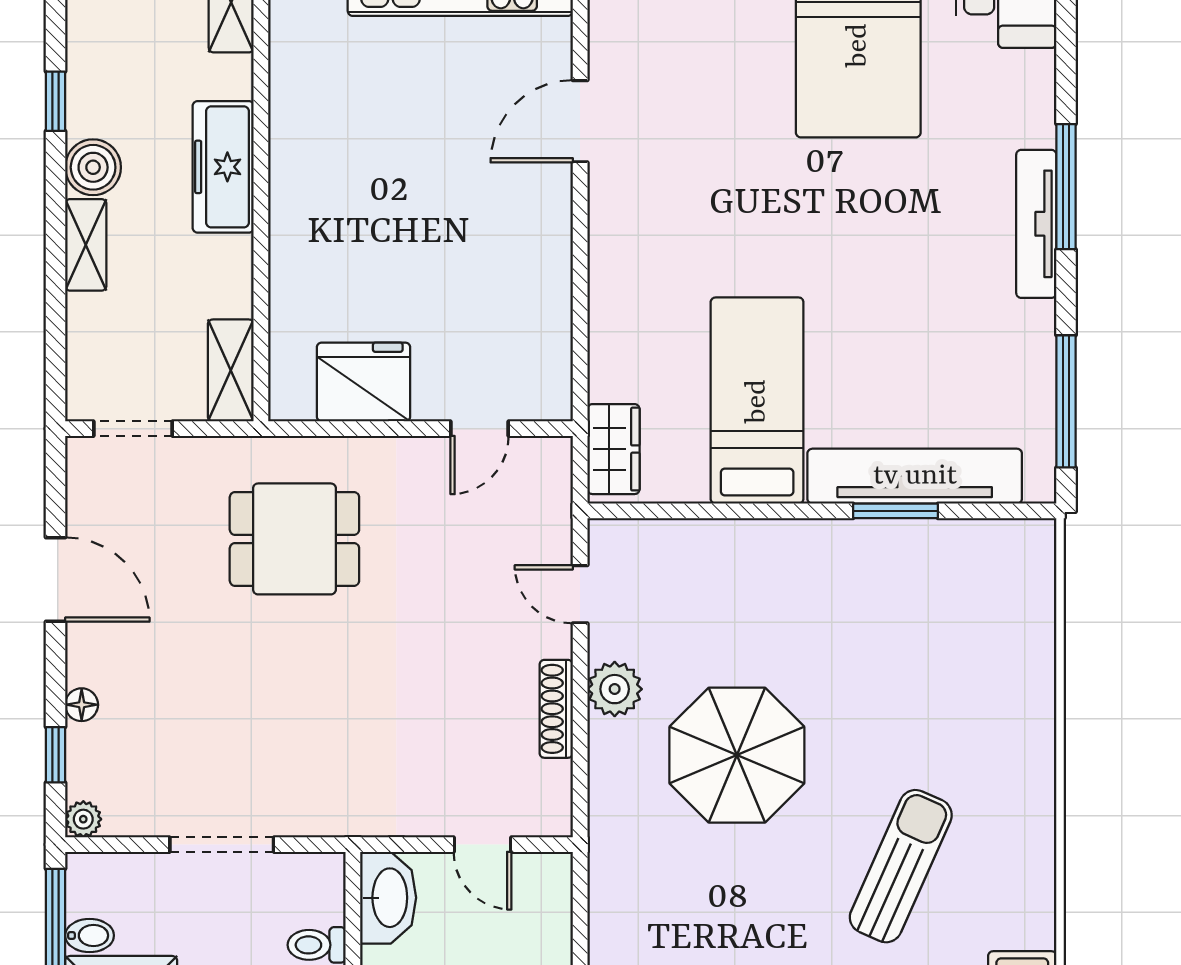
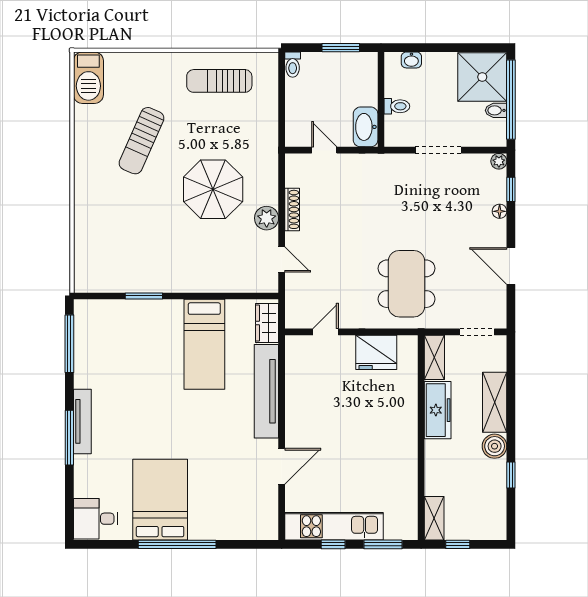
freezer: (223, 167) -> (438, 410), moved
shelving: (86, 245) -> (495, 402), width x1.50, depth x1.33
tv unit: (915, 476) -> (266, 391), moved, turned 90
dining table: (294, 539) -> (407, 284), width x1.38

